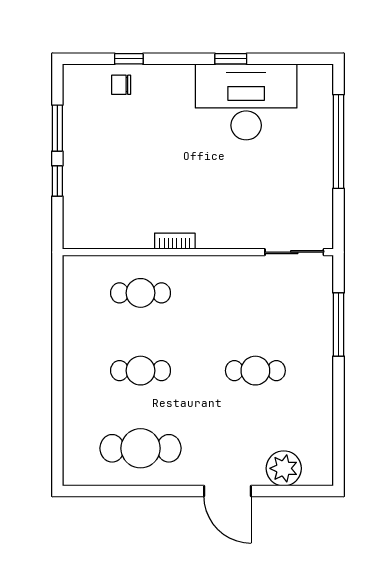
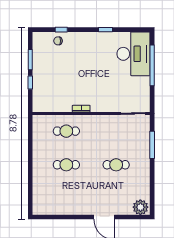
desk: (246, 102) -> (134, 54), moved, turned 90
cafe table: (141, 448) -> (66, 198), removed
plant: (284, 468) -> (140, 207), moved

